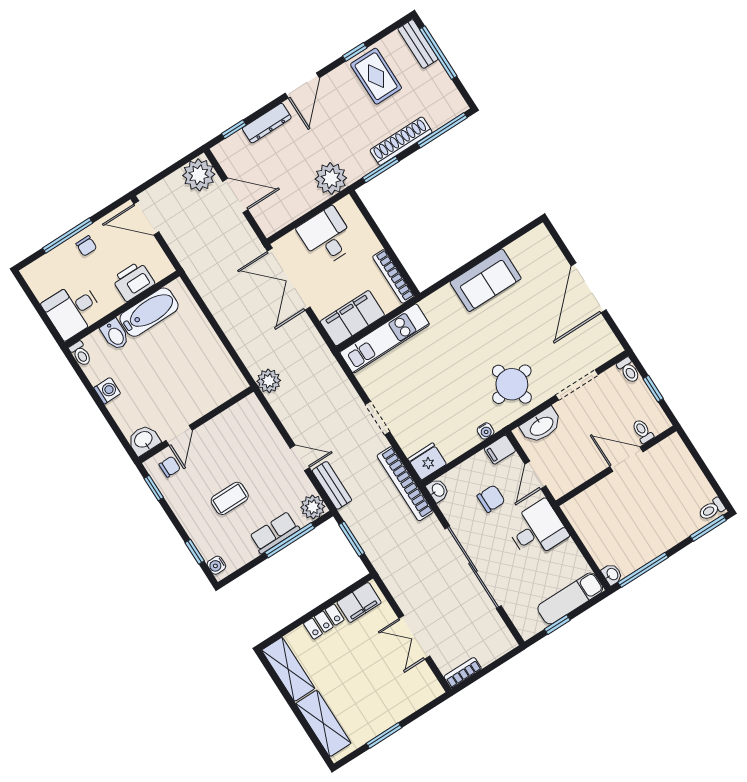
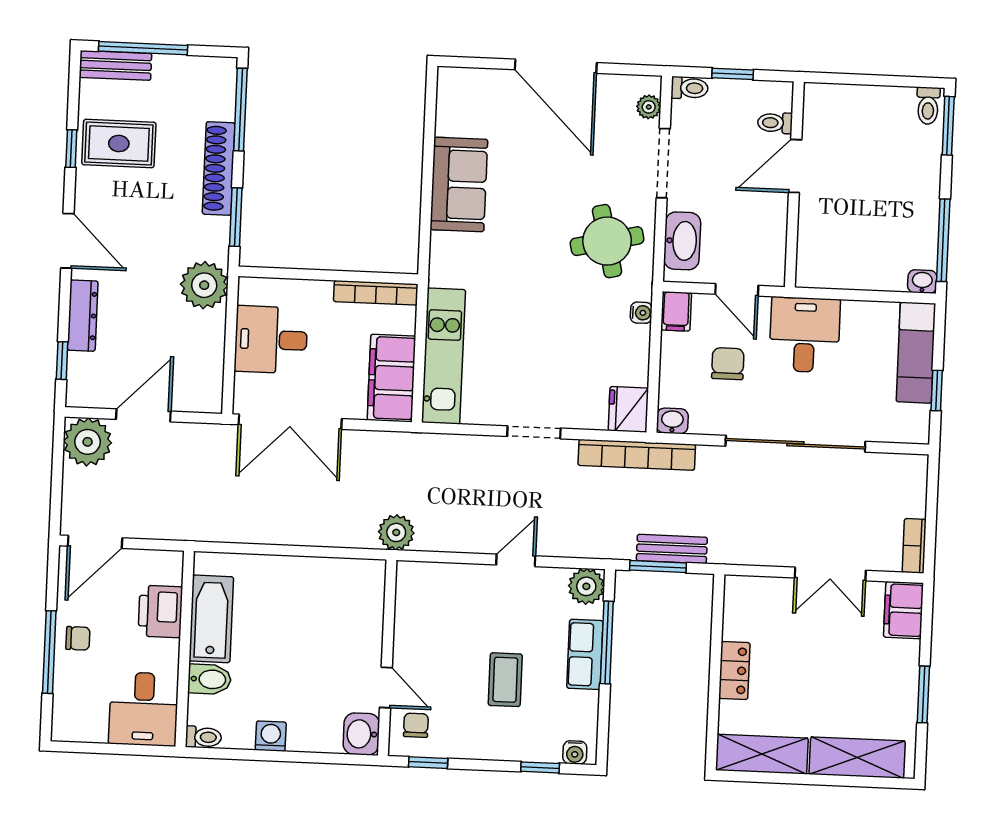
plant: (602, 355) -> (649, 107), added
bench: (332, 485) -> (672, 549), moved
filing cabinet: (359, 602) -> (903, 610), moved, turned 180

